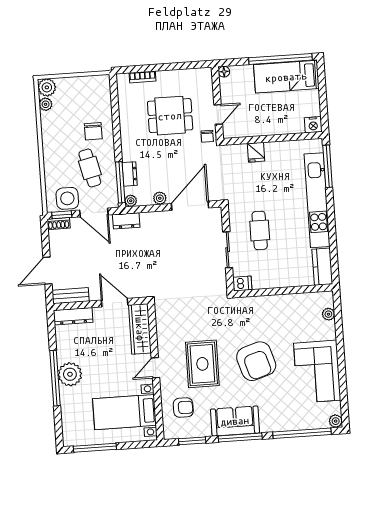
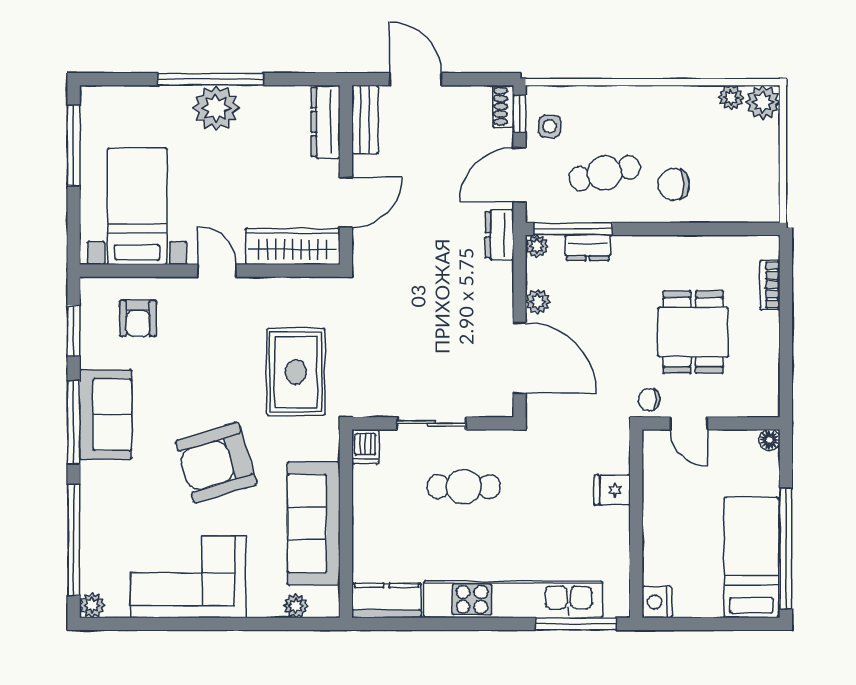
side table: (67, 198) -> (550, 126), width x0.54, depth x0.54
sofa: (285, 308) -> (314, 523), added
rug: (202, 364) -> (296, 372), moved, turned 90

